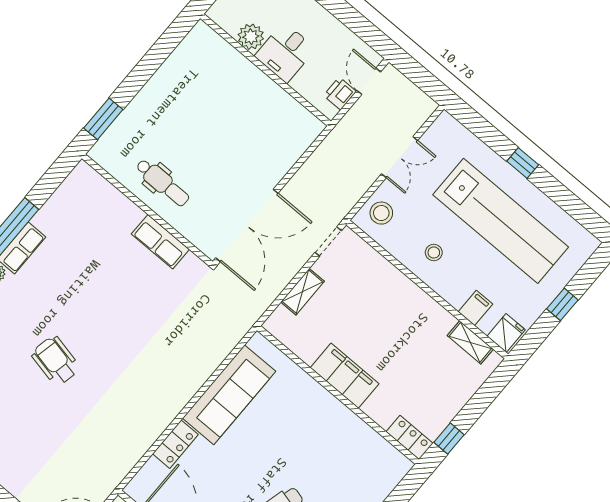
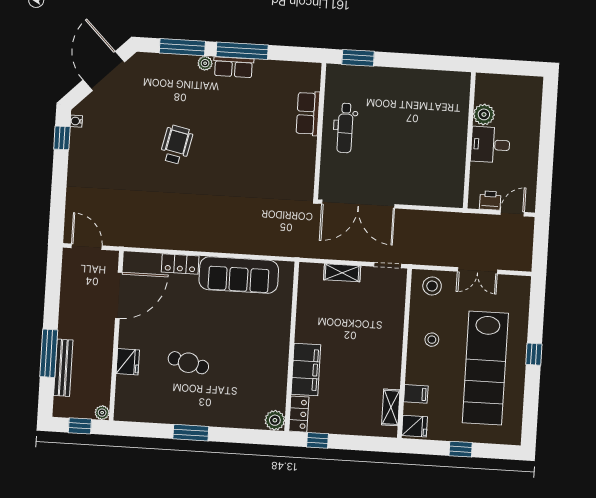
row of seats: (160, 242) -> (308, 113), moved
filing cabinet: (345, 376) -> (306, 370), moved
plant: (398, 466) -> (275, 420), added

